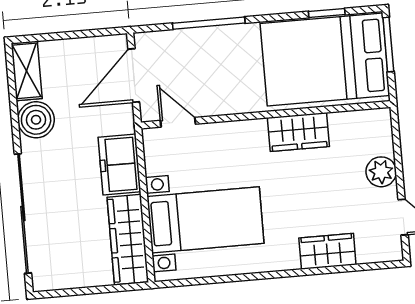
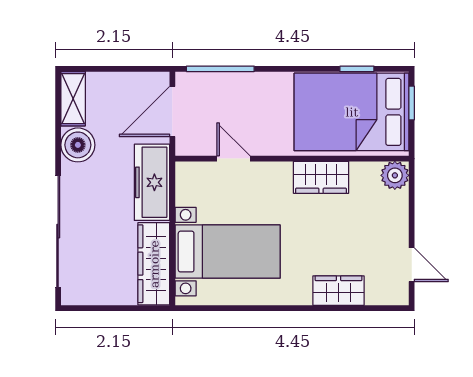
window: (209, 23) -> (220, 69), moved
window: (388, 45) -> (412, 103), width x0.67
door: (178, 122) -> (233, 159), moved
freezer: (119, 164) -> (152, 182), width x1.40
plant: (381, 172) -> (395, 175), moved

